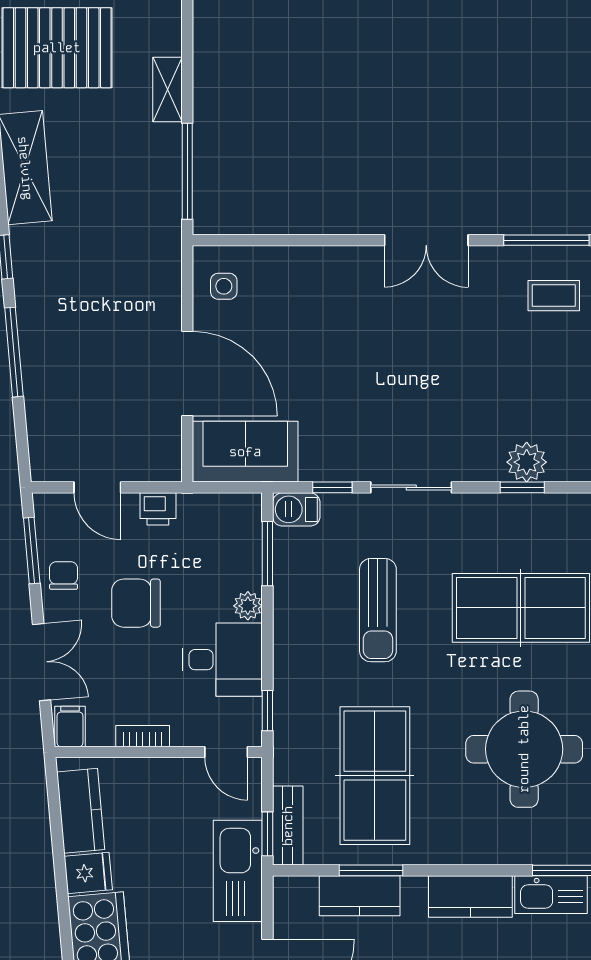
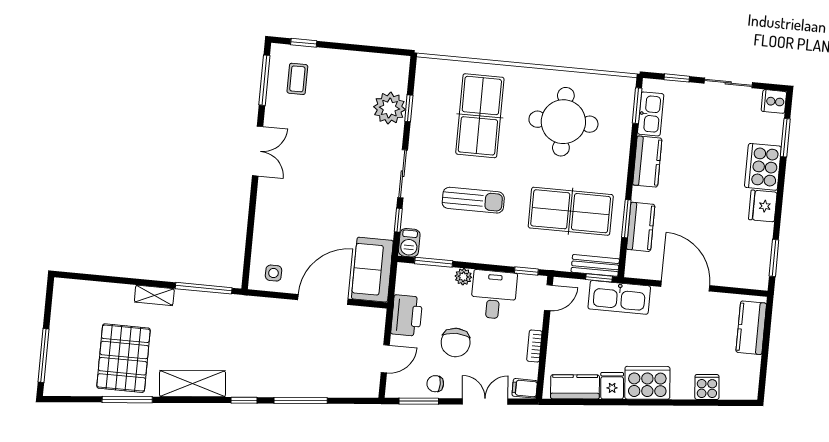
plant: (527, 462) -> (389, 108), width x1.36, depth x1.36
printer: (158, 509) -> (407, 316), width x1.87, depth x1.48

